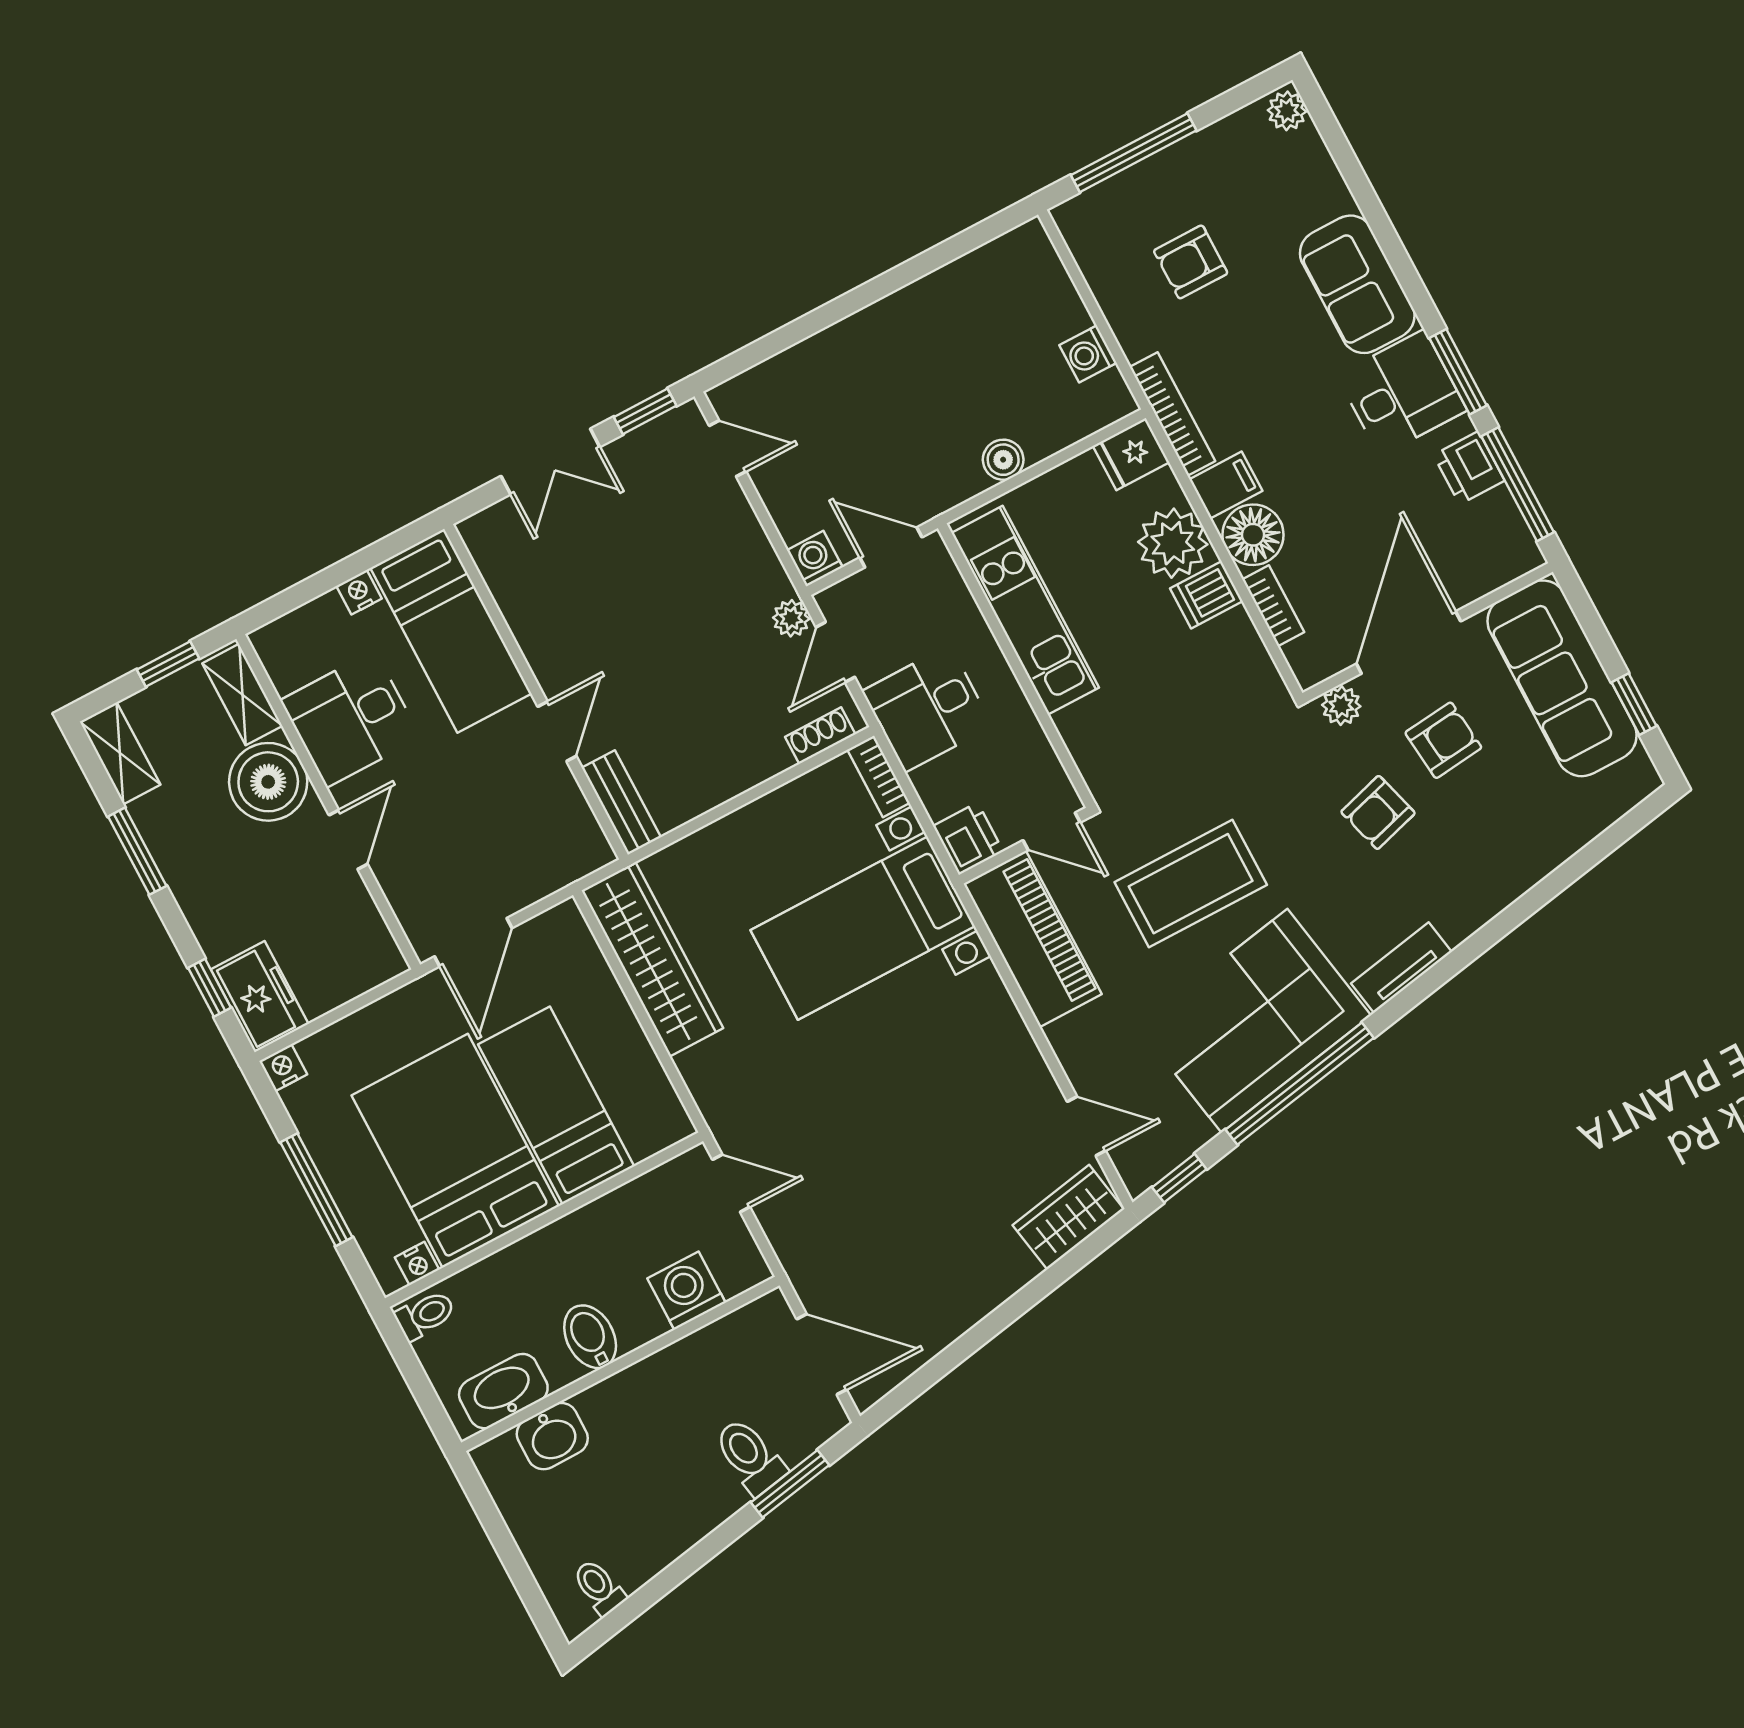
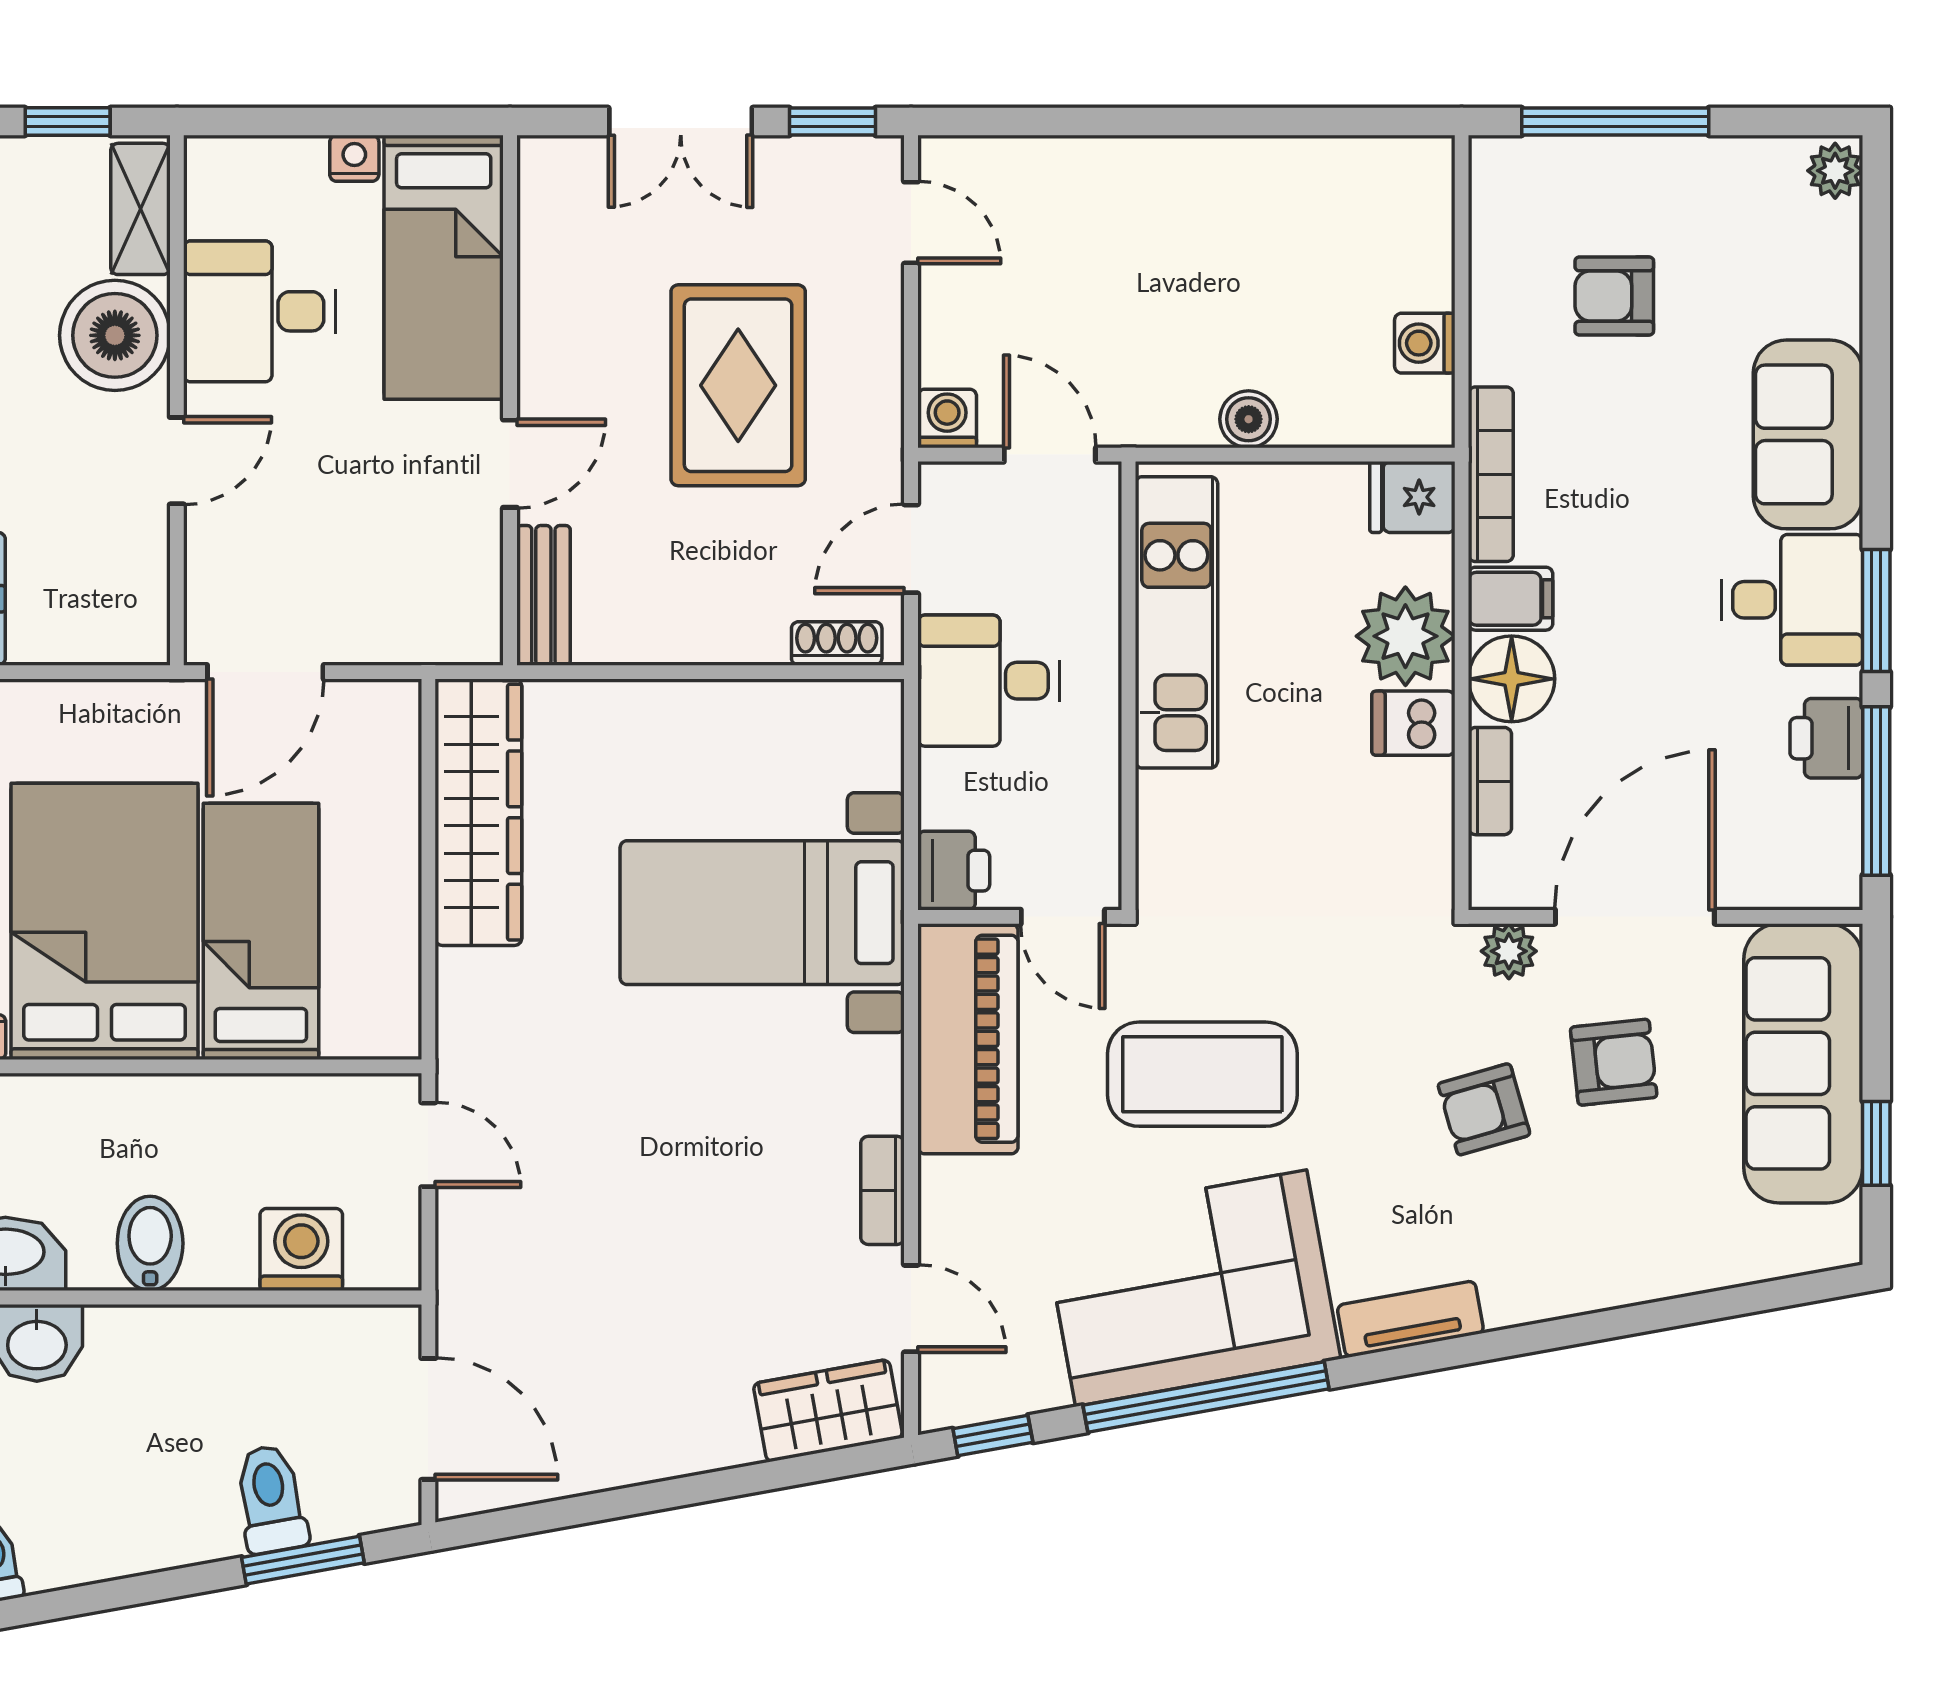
rug: (673, 607) -> (738, 385), added
plant: (791, 618) -> (878, 477), removed
bookcase: (878, 776) -> (883, 1190), moved

